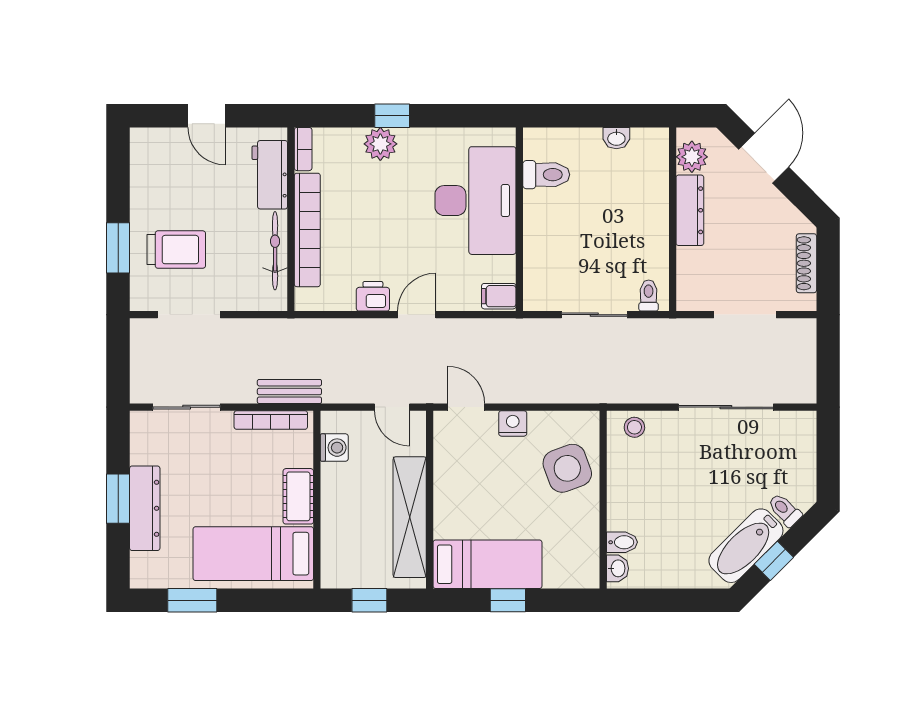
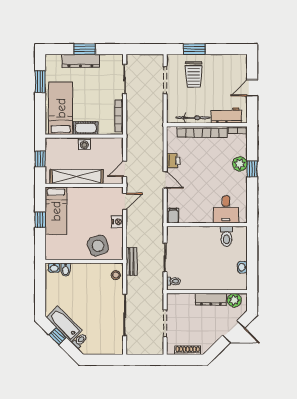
desk: (475, 201) -> (226, 210), width x0.53, depth x0.77
bench: (289, 391) -> (132, 261), moved
washing machine: (334, 448) -> (84, 144), moved

